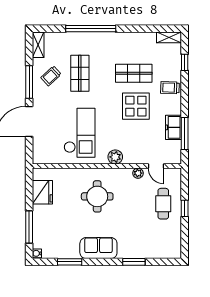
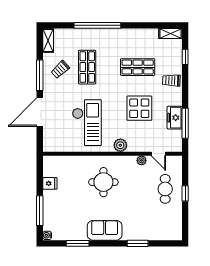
display table: (136, 106) -> (139, 108), moved
fridge: (42, 192) -> (50, 183), width x0.53, depth x0.75

